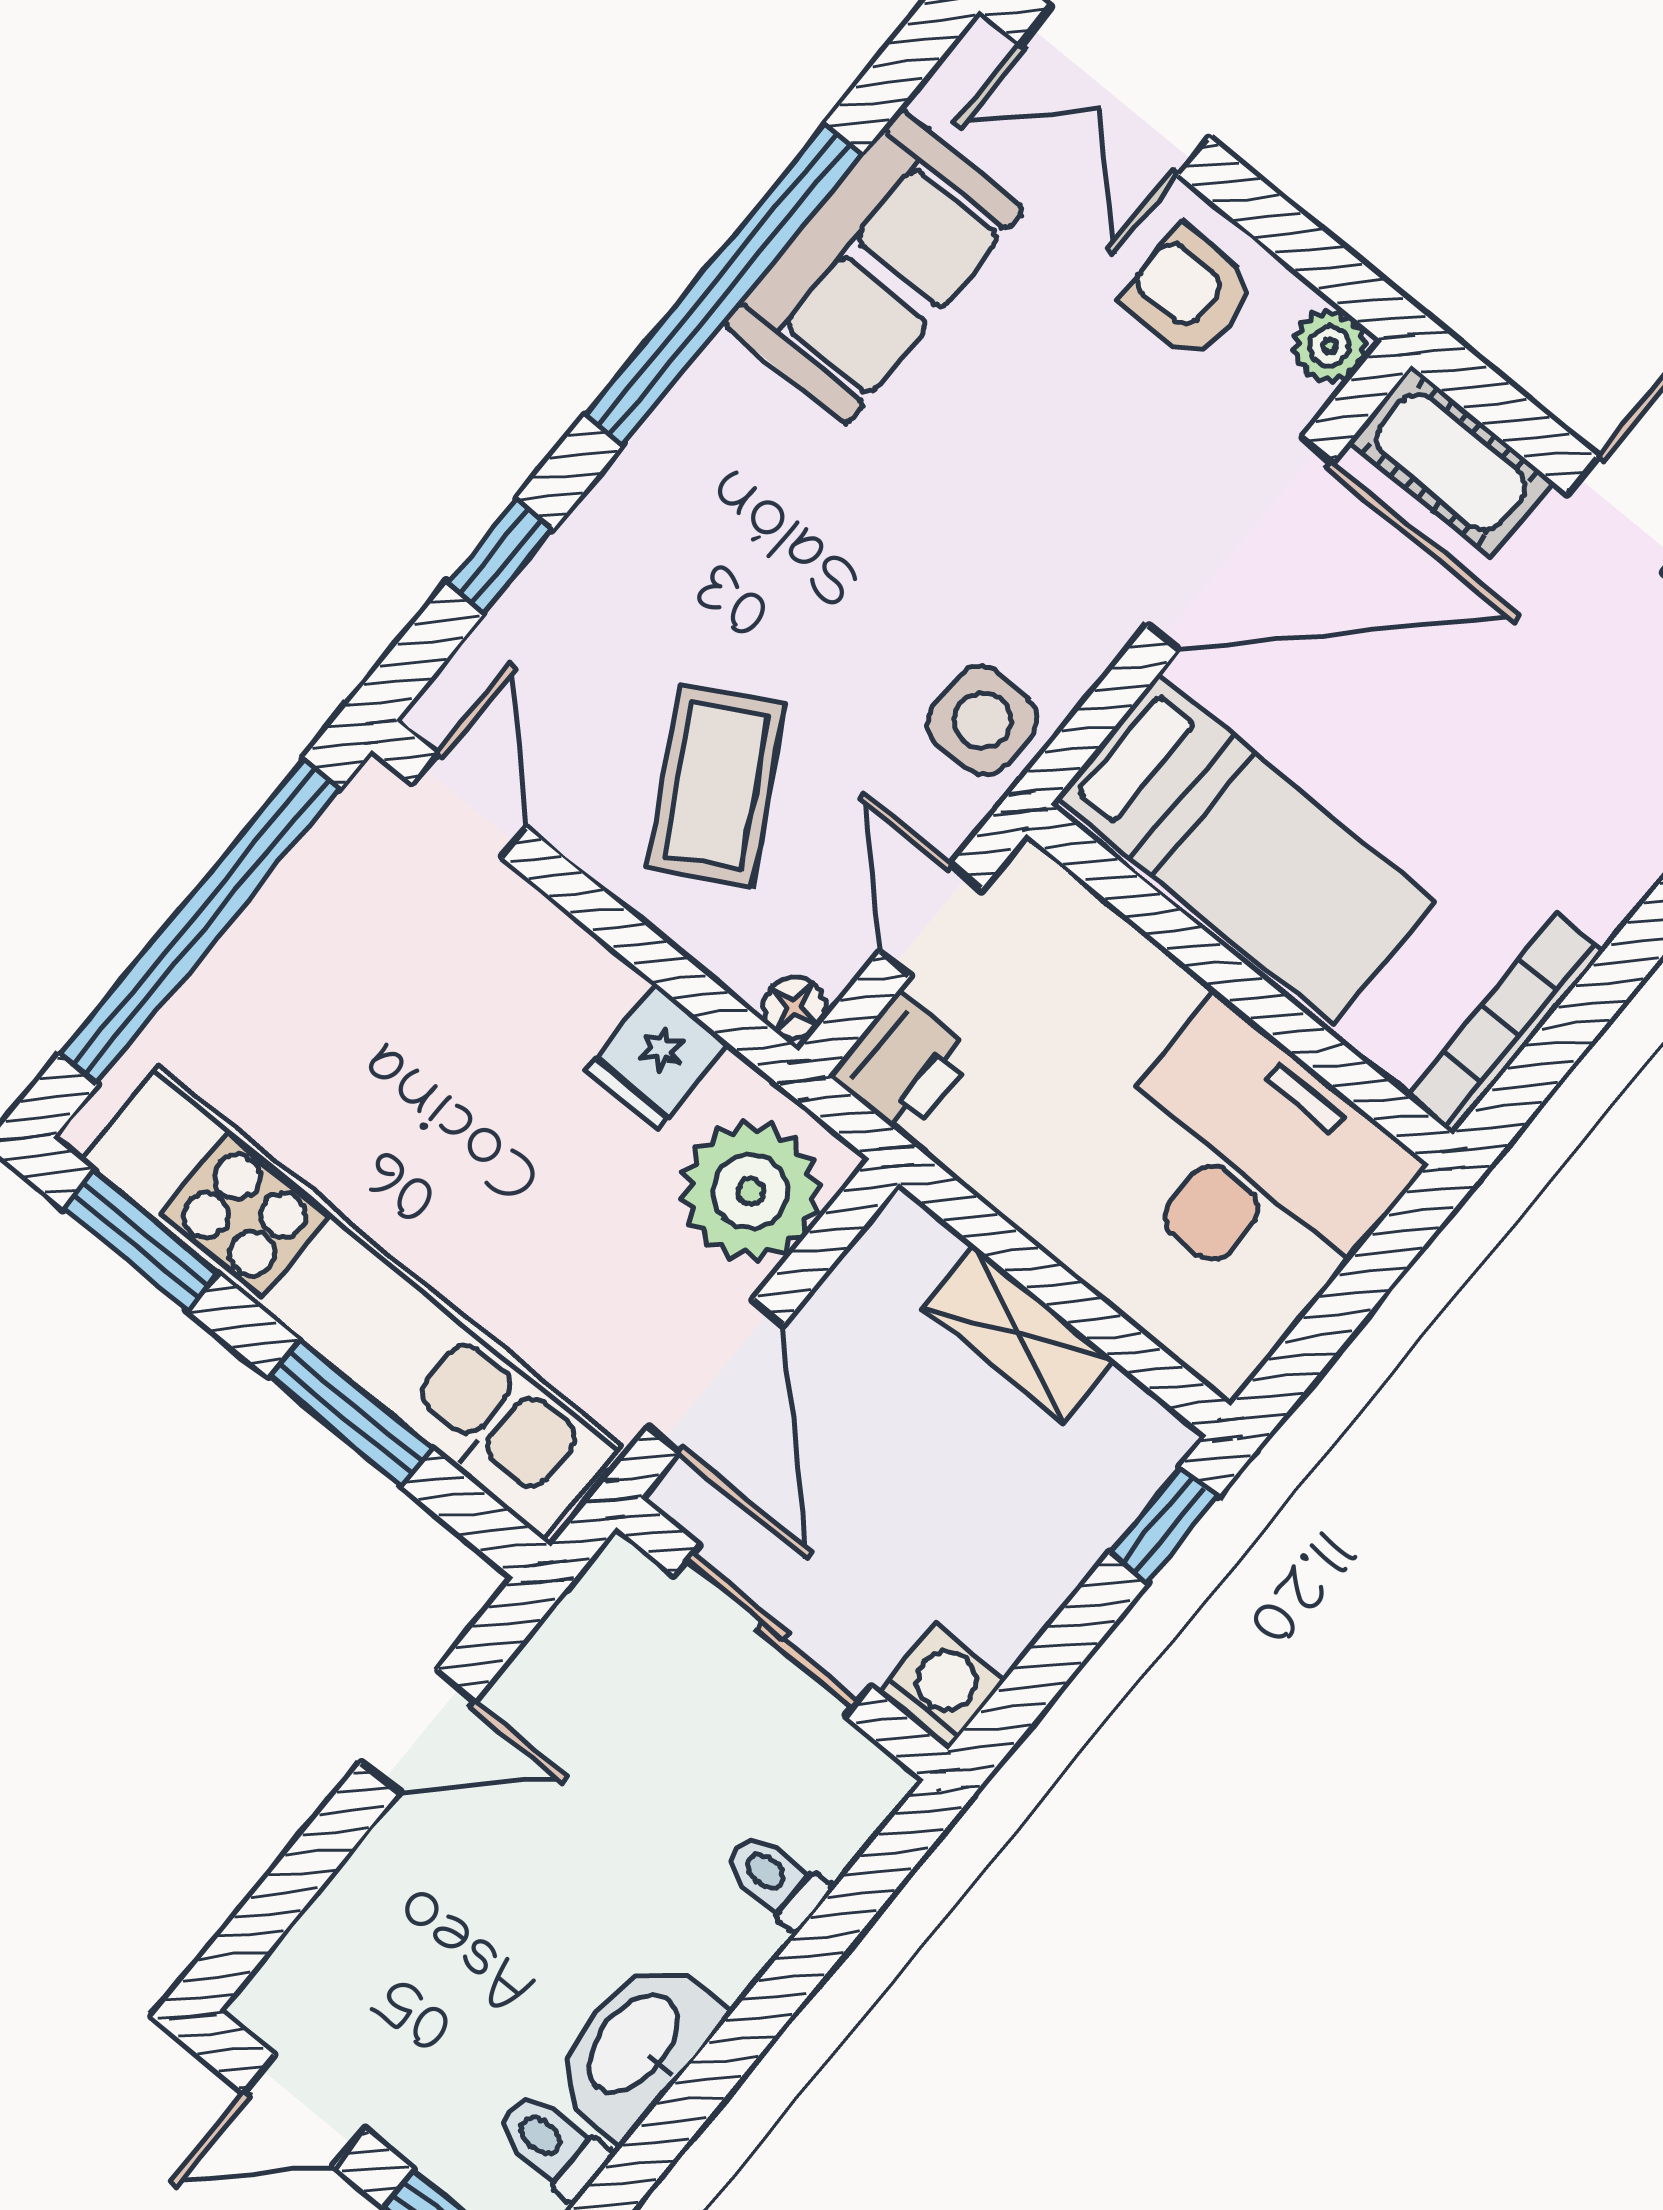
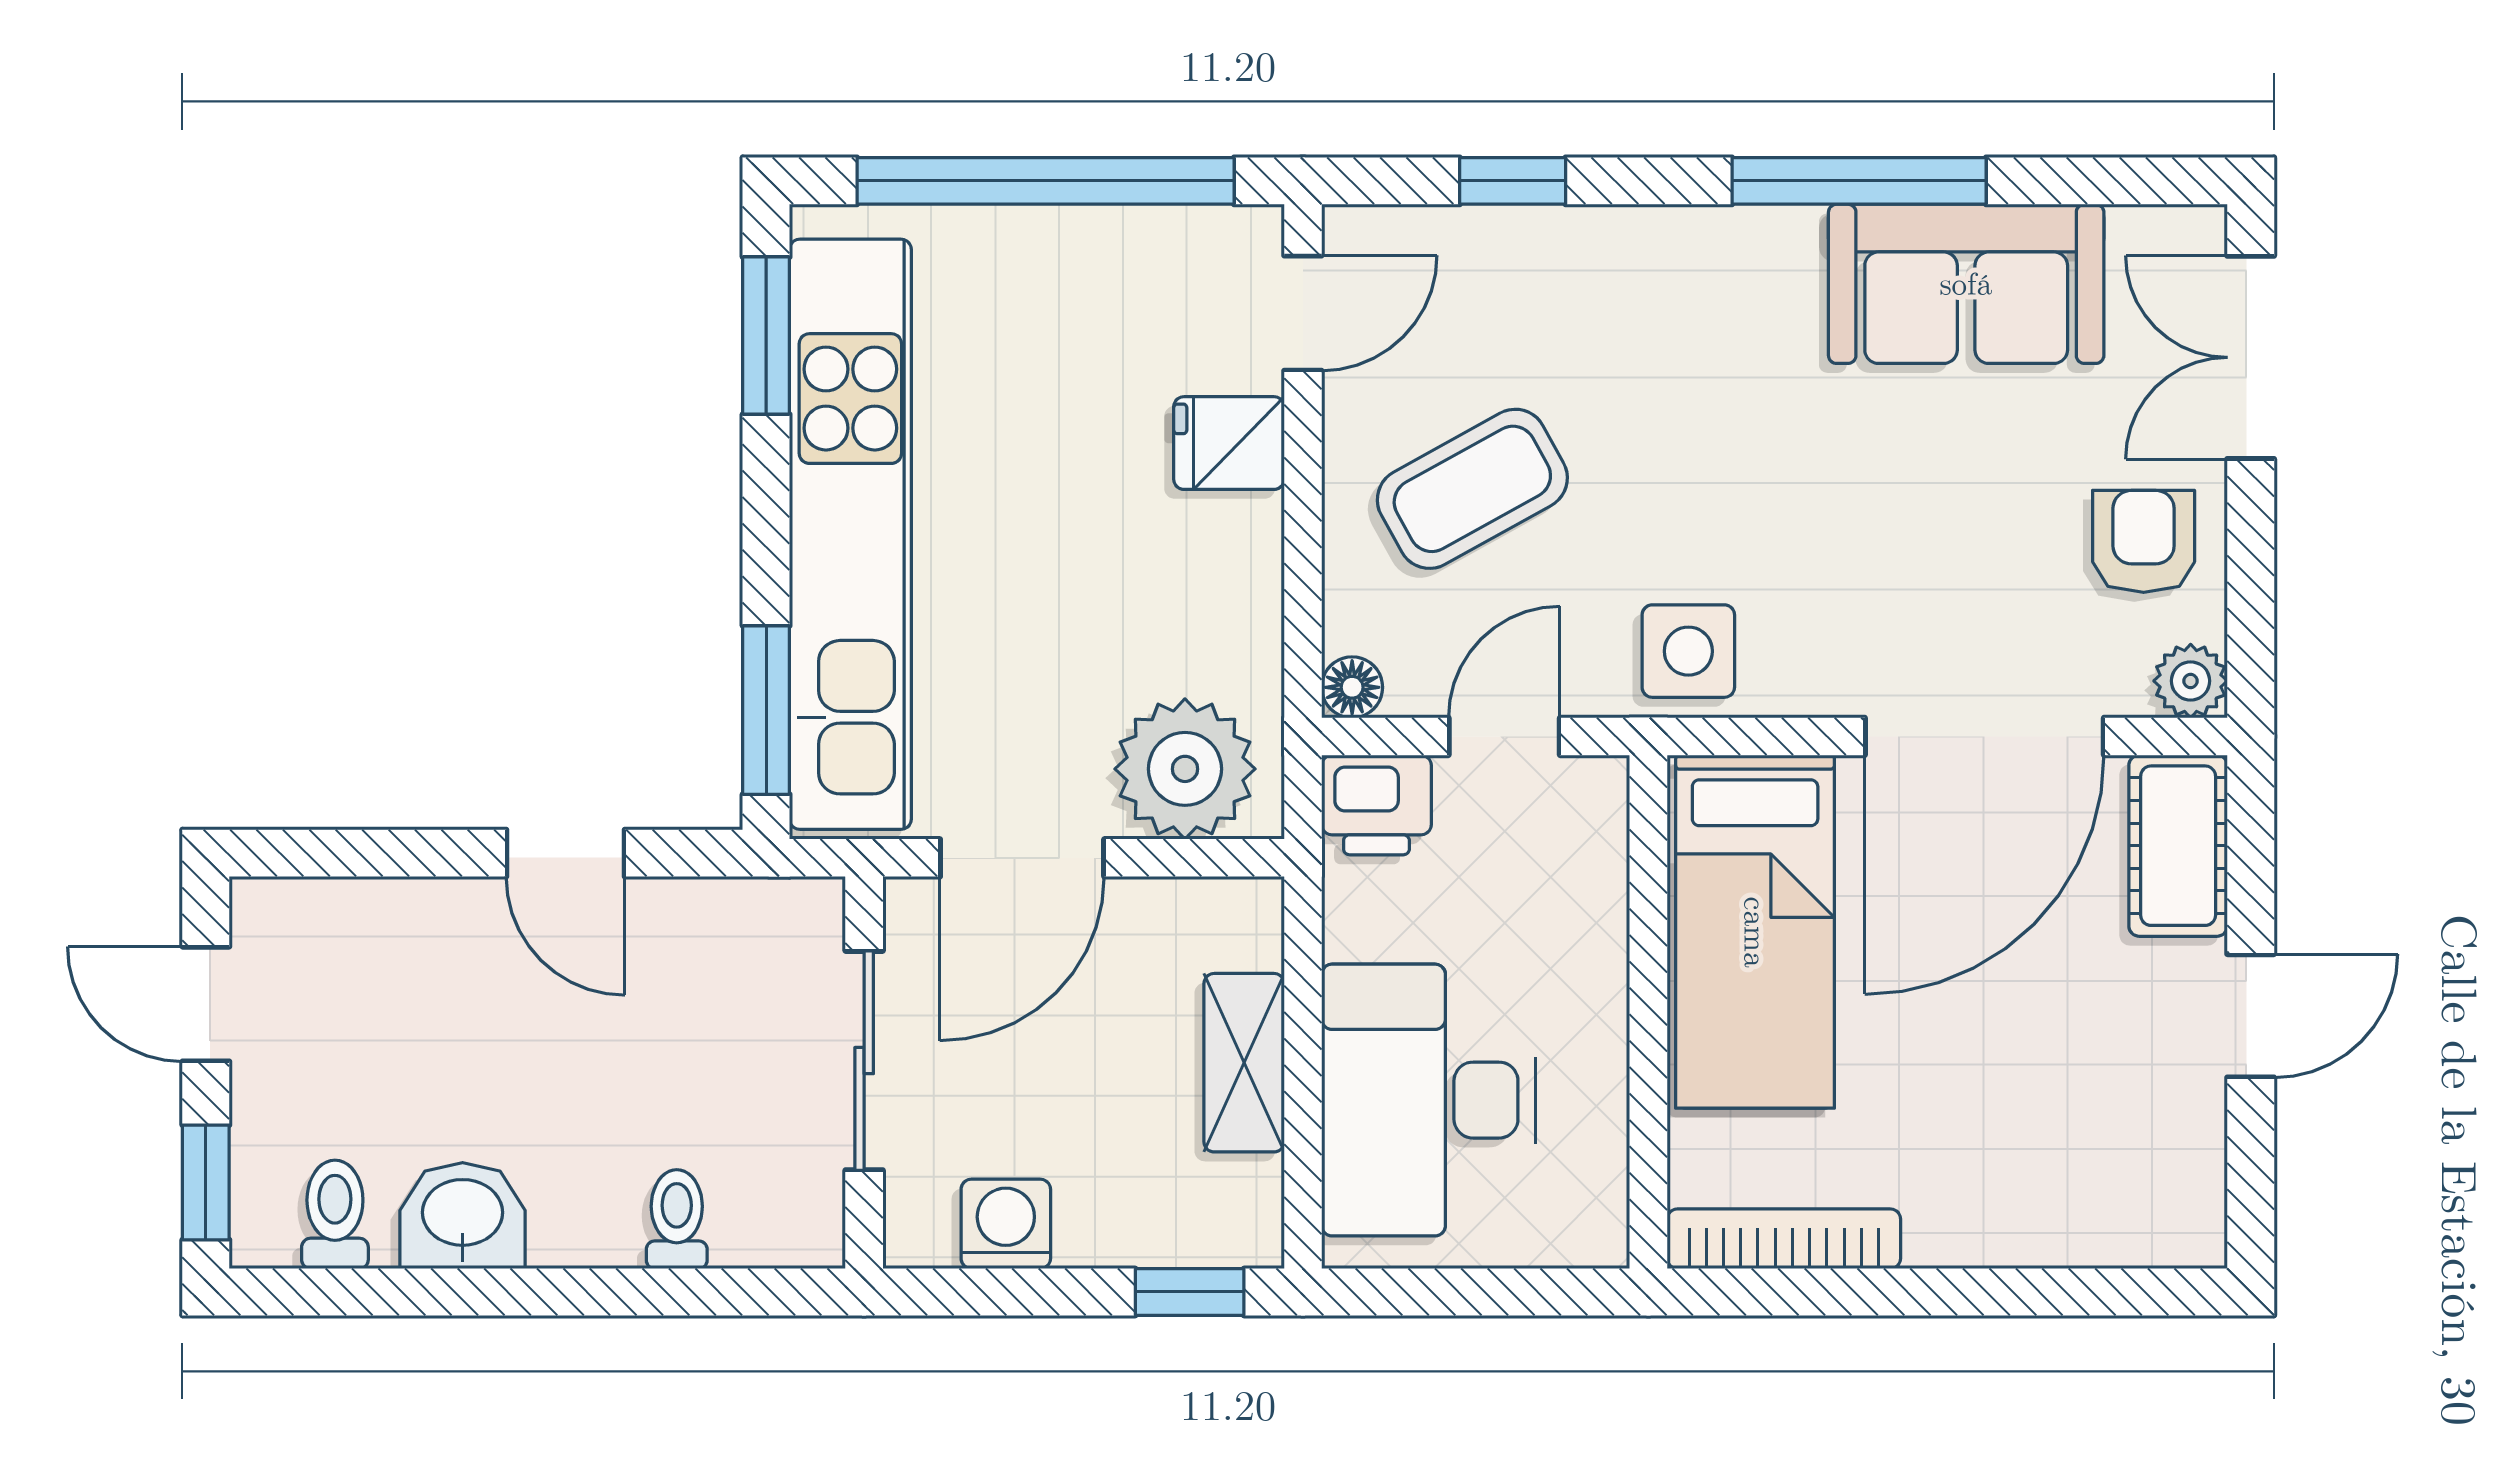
window: (724, 284) -> (1859, 181), width x0.68
door: (1240, 544) -> (1984, 736), hinge flipped
fridge: (657, 1056) -> (1229, 443), moved
desk: (1254, 1161) -> (1428, 1100), moved, turned 180
window: (350, 1412) -> (766, 710), moved
washing machine: (942, 1686) -> (1006, 1224), moved, turned -90
washbasin: (636, 2046) -> (463, 1216), width x0.72

